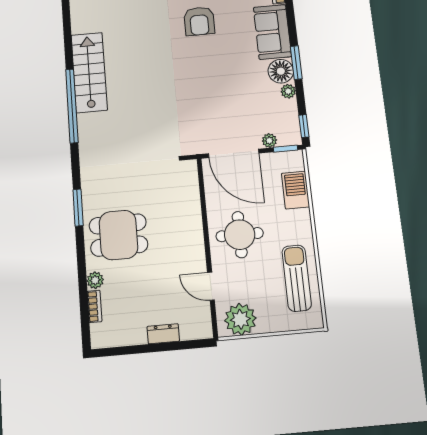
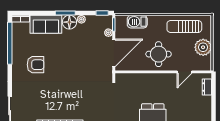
plant: (240, 319) -> (203, 47), moved
dresser: (163, 334) -> (207, 87), moved

